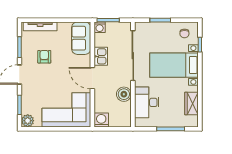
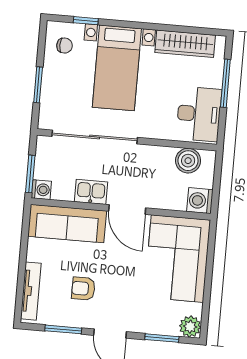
sofa: (81, 38) -> (67, 224), width x1.36
door: (92, 78) -> (127, 210), hinge flipped
boiler: (124, 94) -> (188, 161), moved
desk: (147, 102) -> (199, 114), moved, turned -90
wardrobe: (192, 103) -> (185, 44), width x1.50

